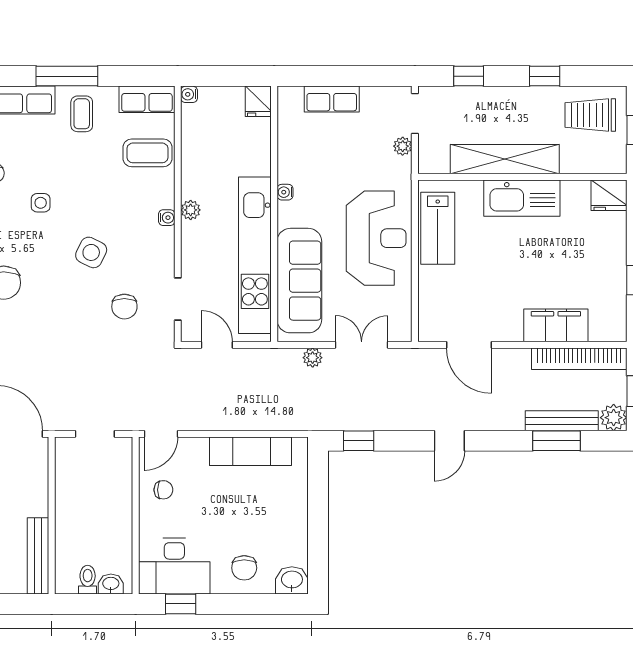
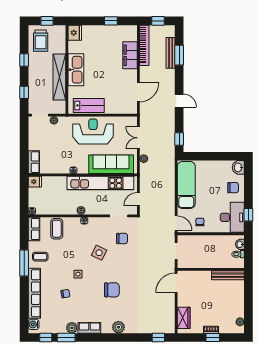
row of seats: (332, 99) -> (34, 162), moved
plant: (614, 418) -> (169, 31), removed
exam couch: (250, 451) -> (186, 185), width x1.36, depth x1.45

